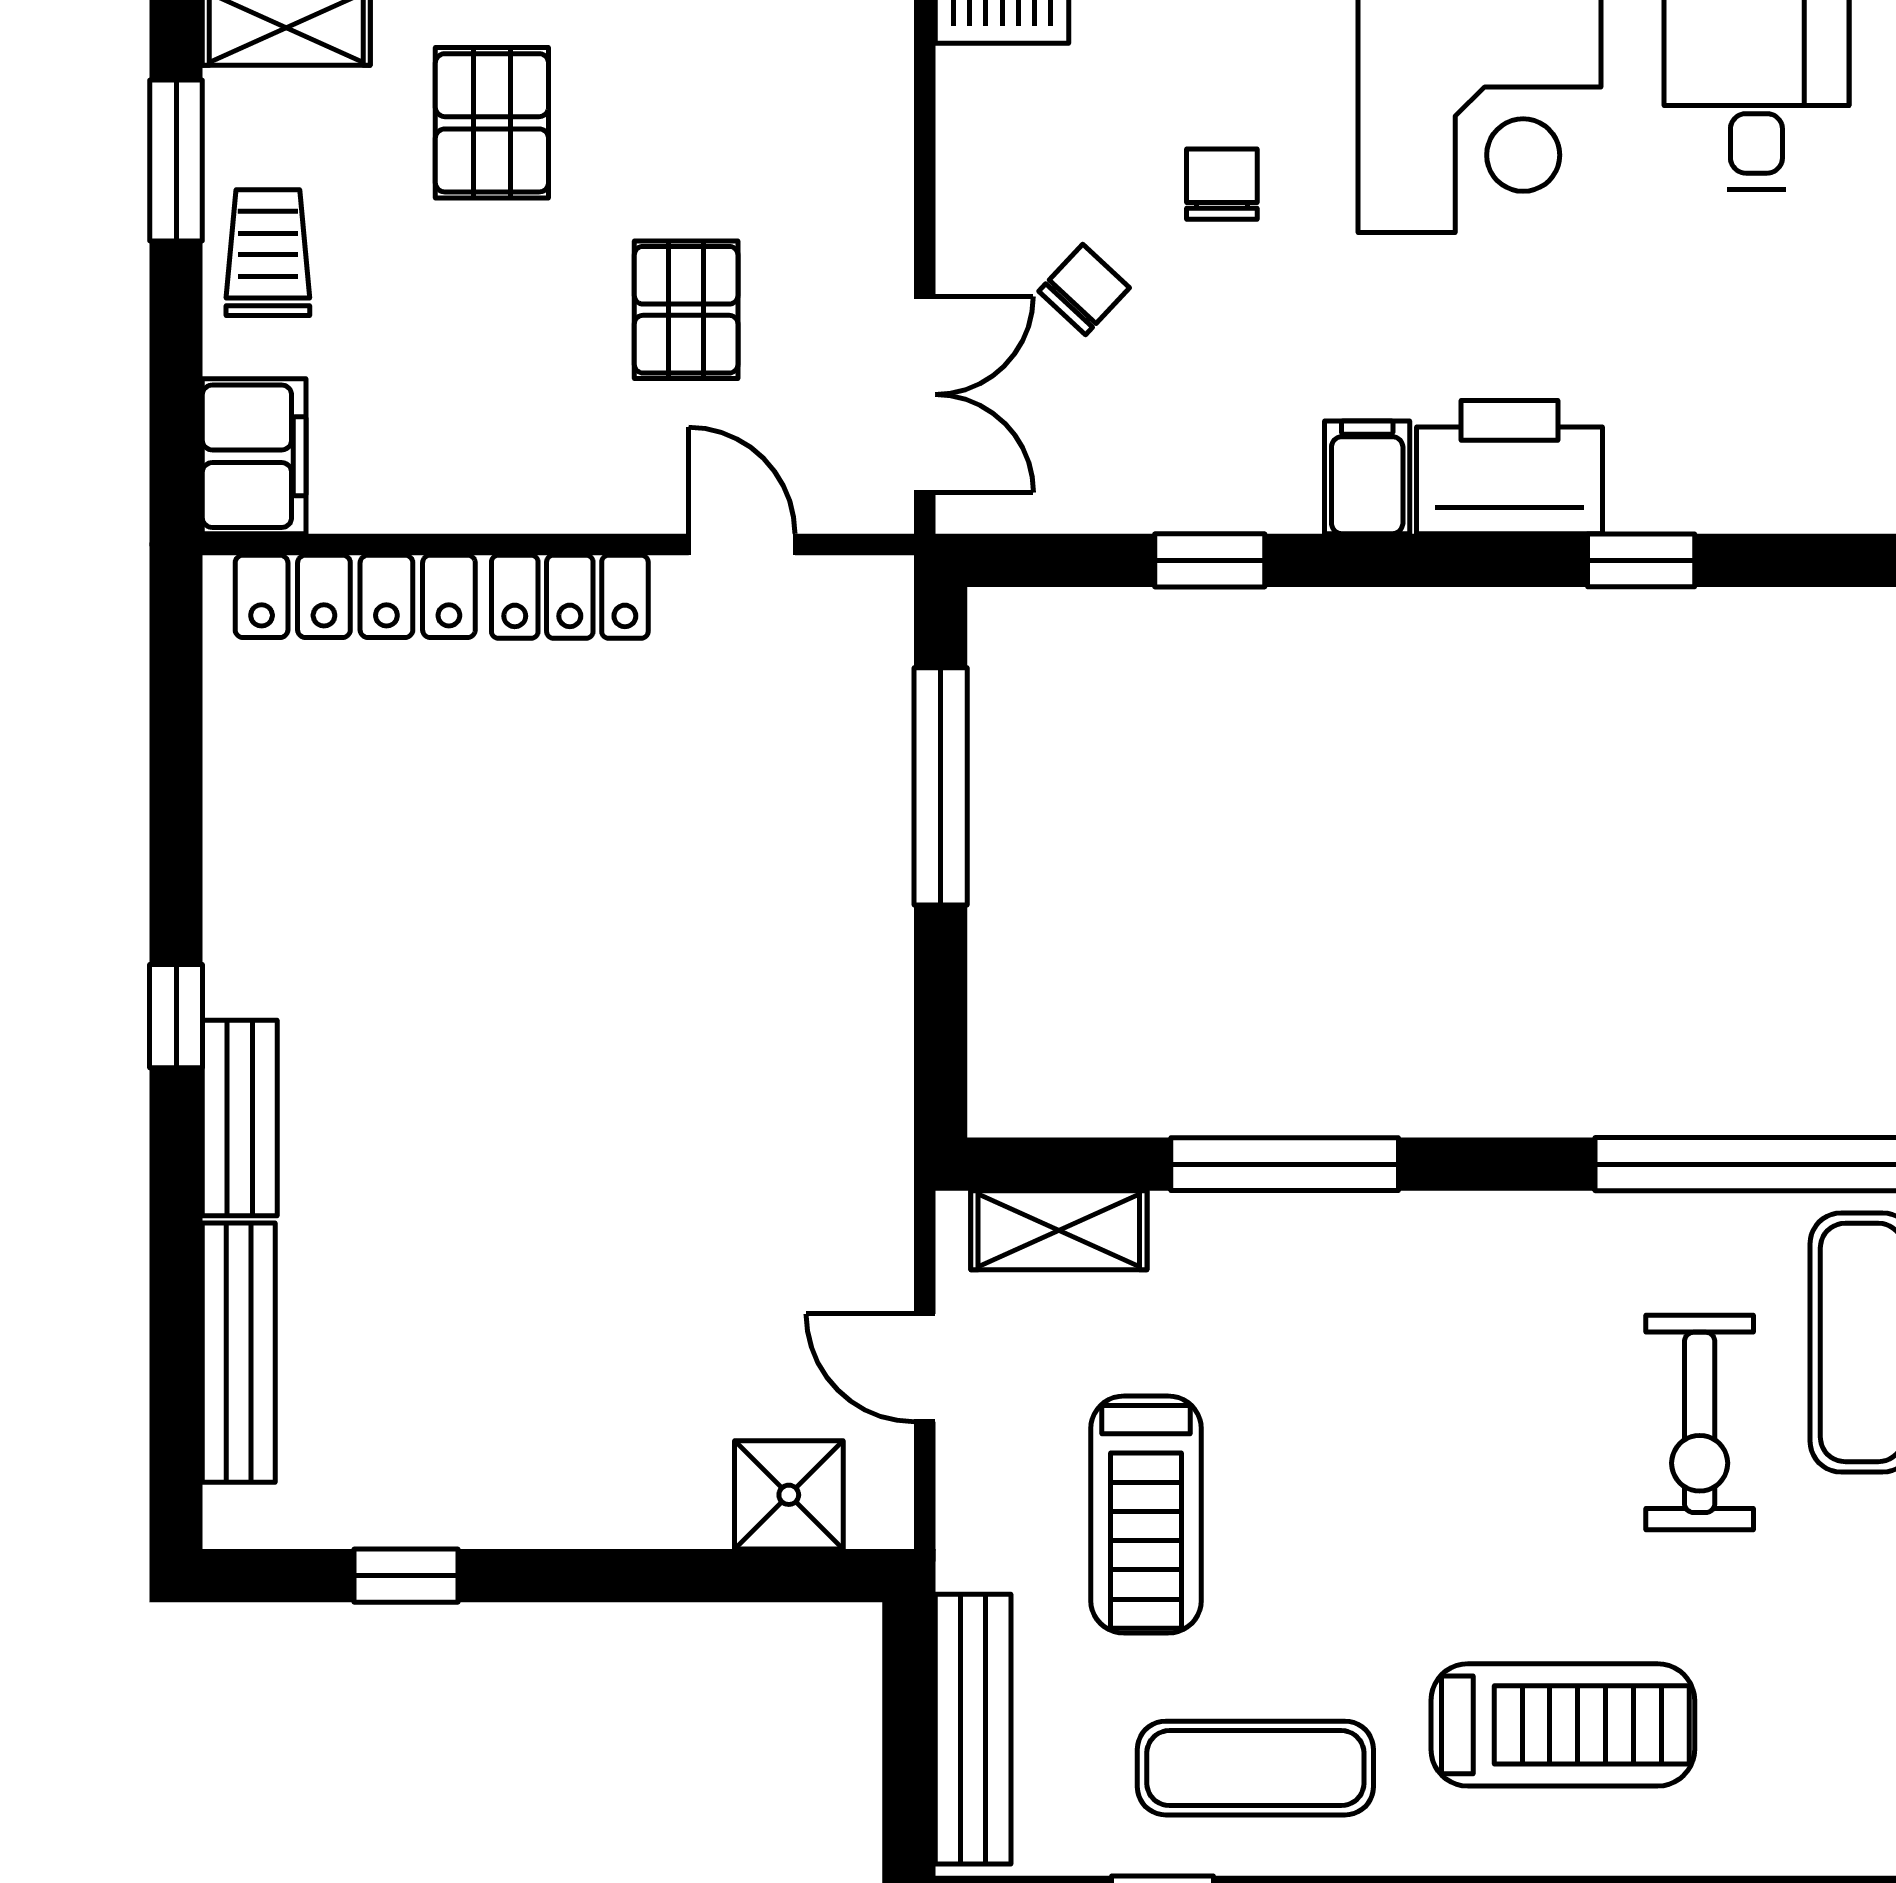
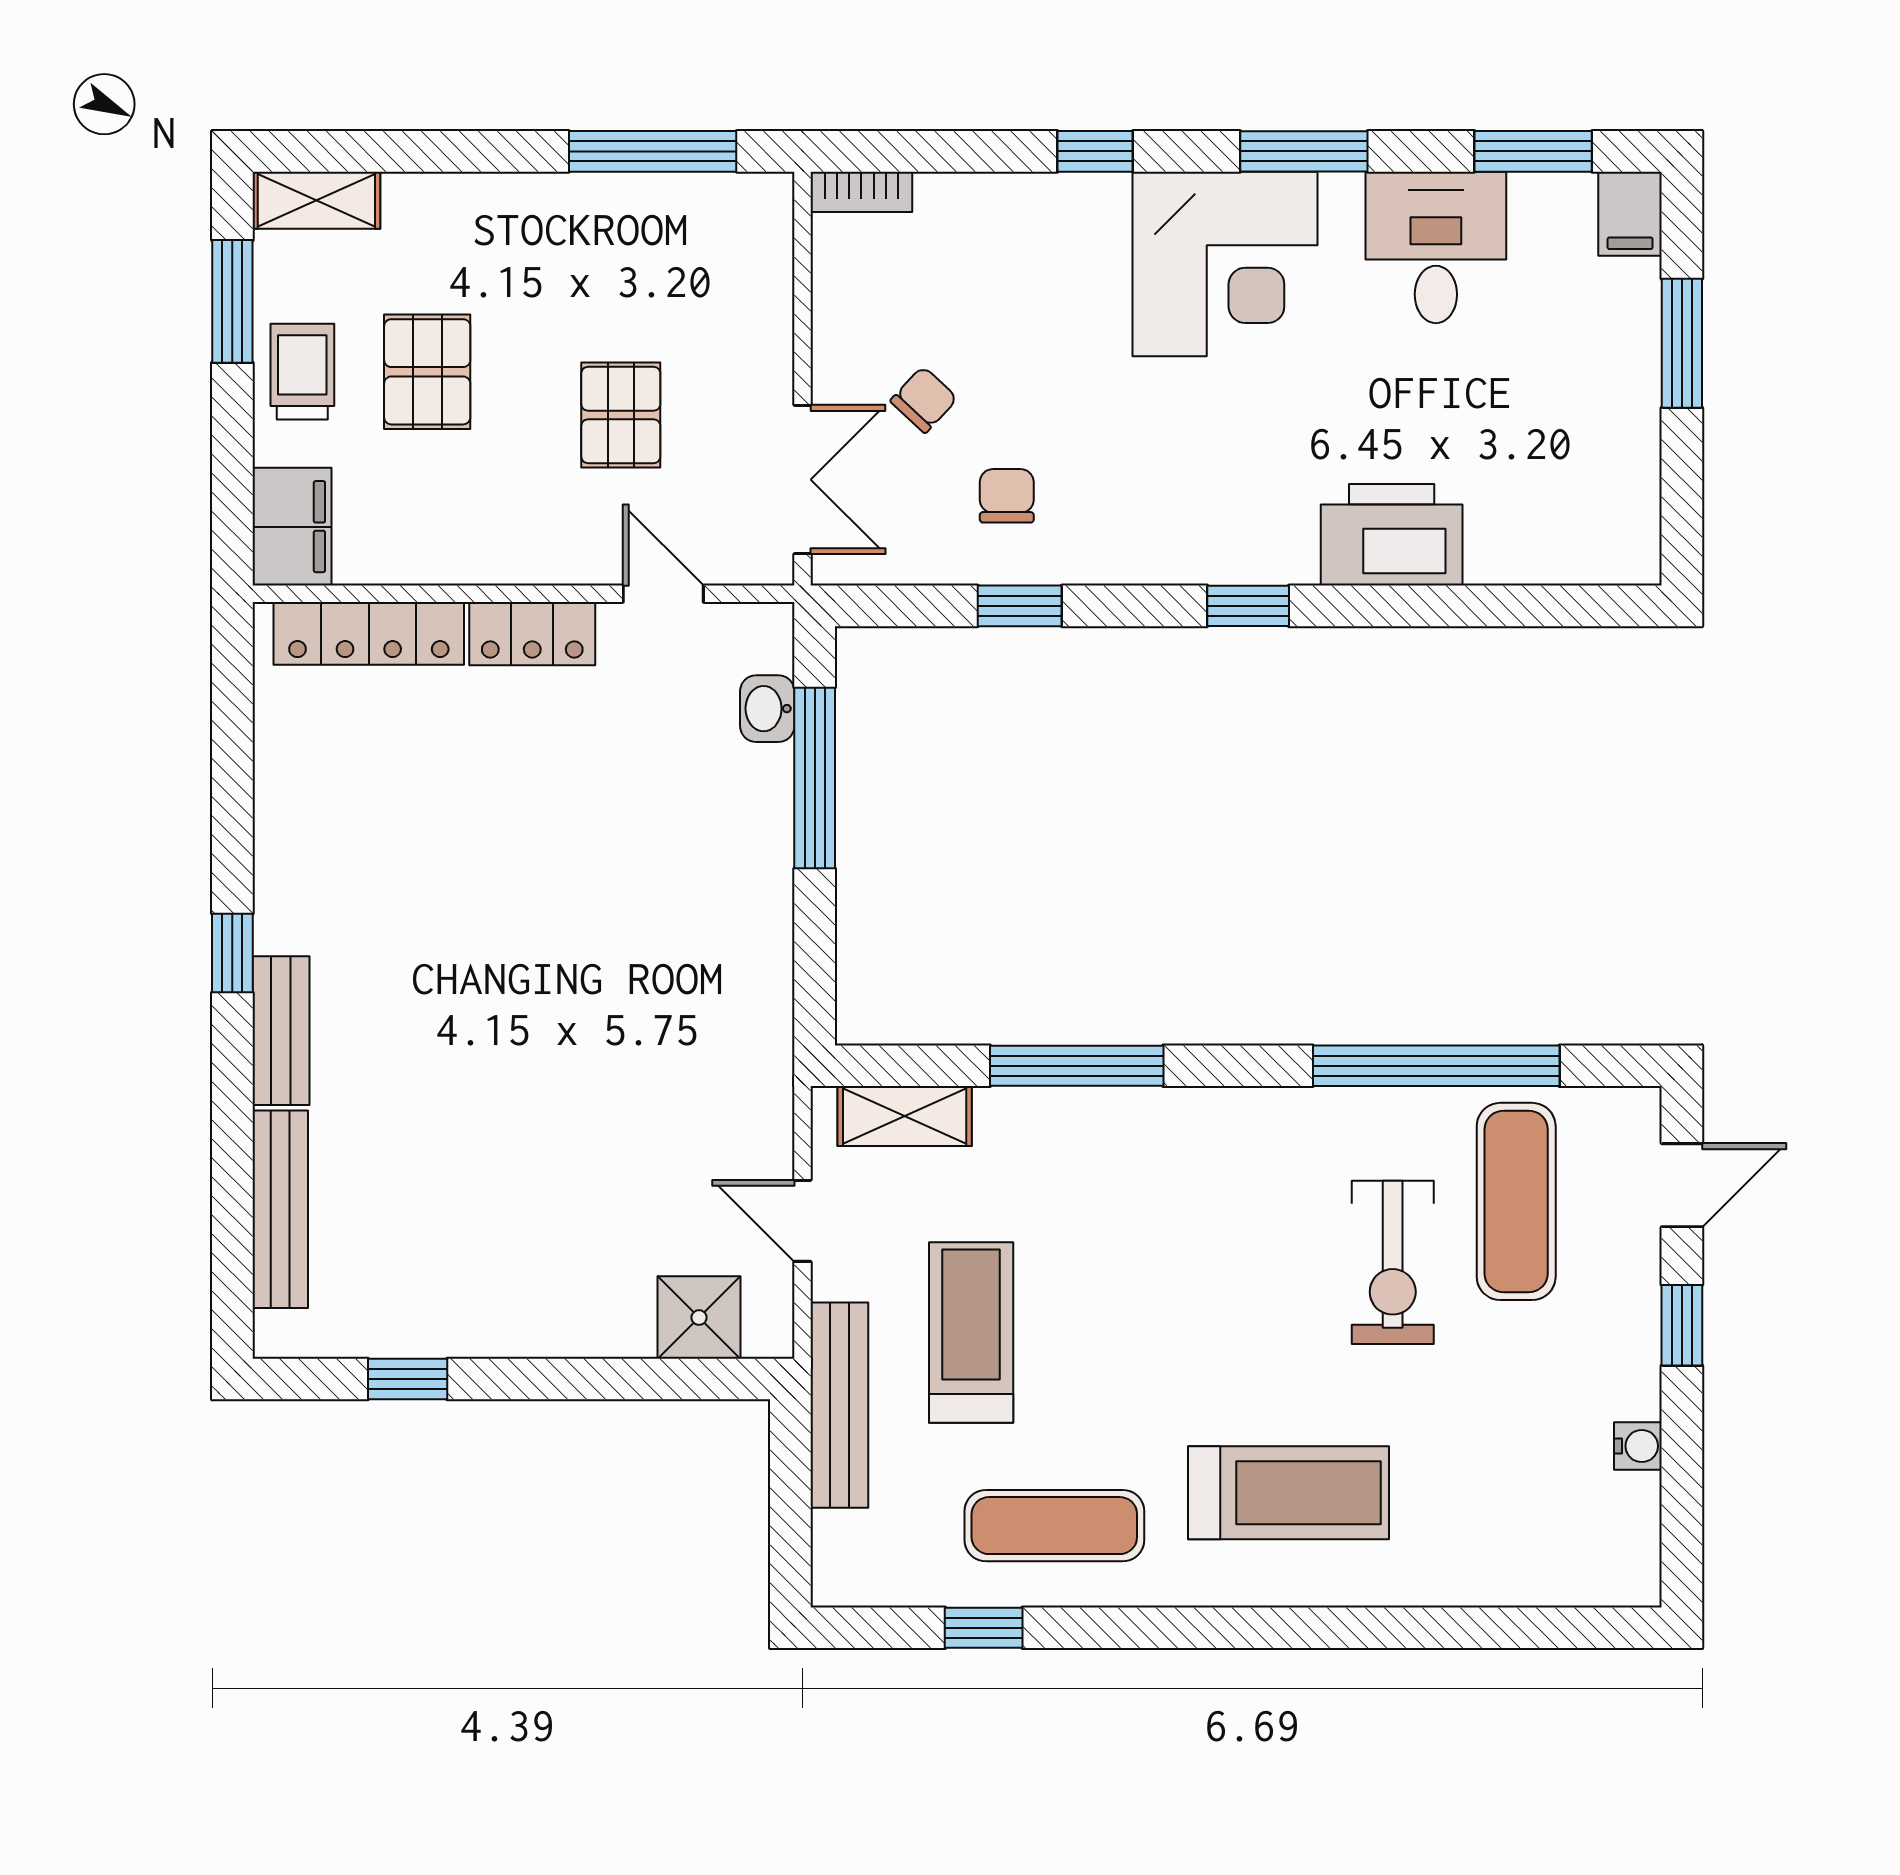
pallet: (492, 123) -> (427, 372), moved
chair: (1222, 184) -> (1007, 496), moved
printer: (1510, 467) -> (1392, 535), moved
filing cabinet: (1367, 477) -> (1139, 543), removed
window: (1641, 560) -> (1248, 606), moved
washbasin: (878, 695) -> (767, 709), added
treadmill: (1146, 1515) -> (971, 1333), turned 180
bench: (973, 1729) -> (839, 1405), moved

